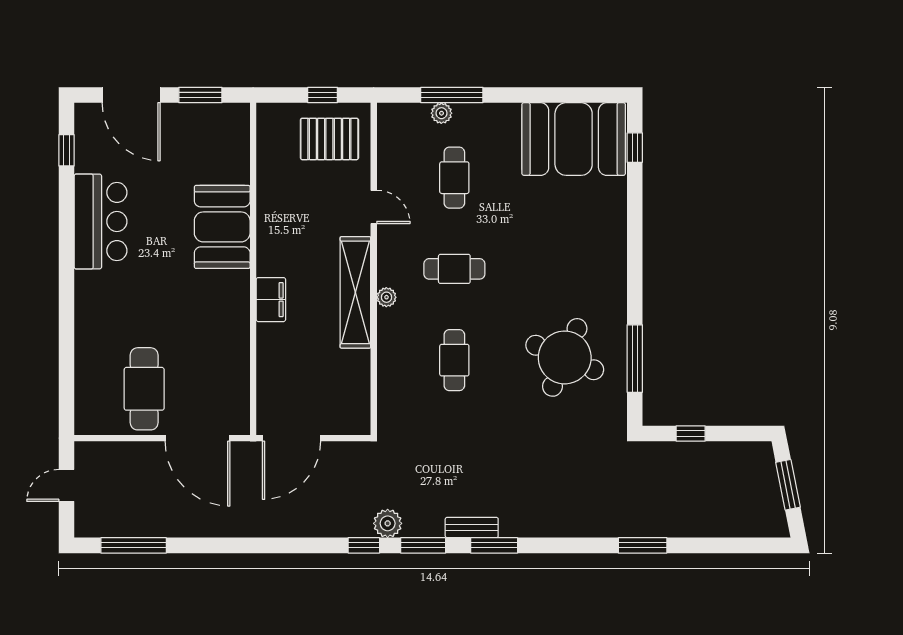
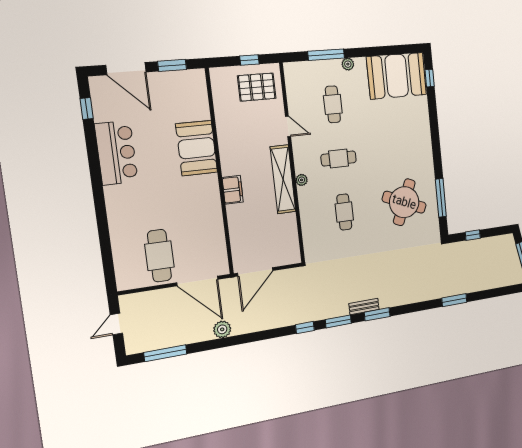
plant: (441, 113) -> (348, 64), moved
plant: (388, 523) -> (222, 329), moved

